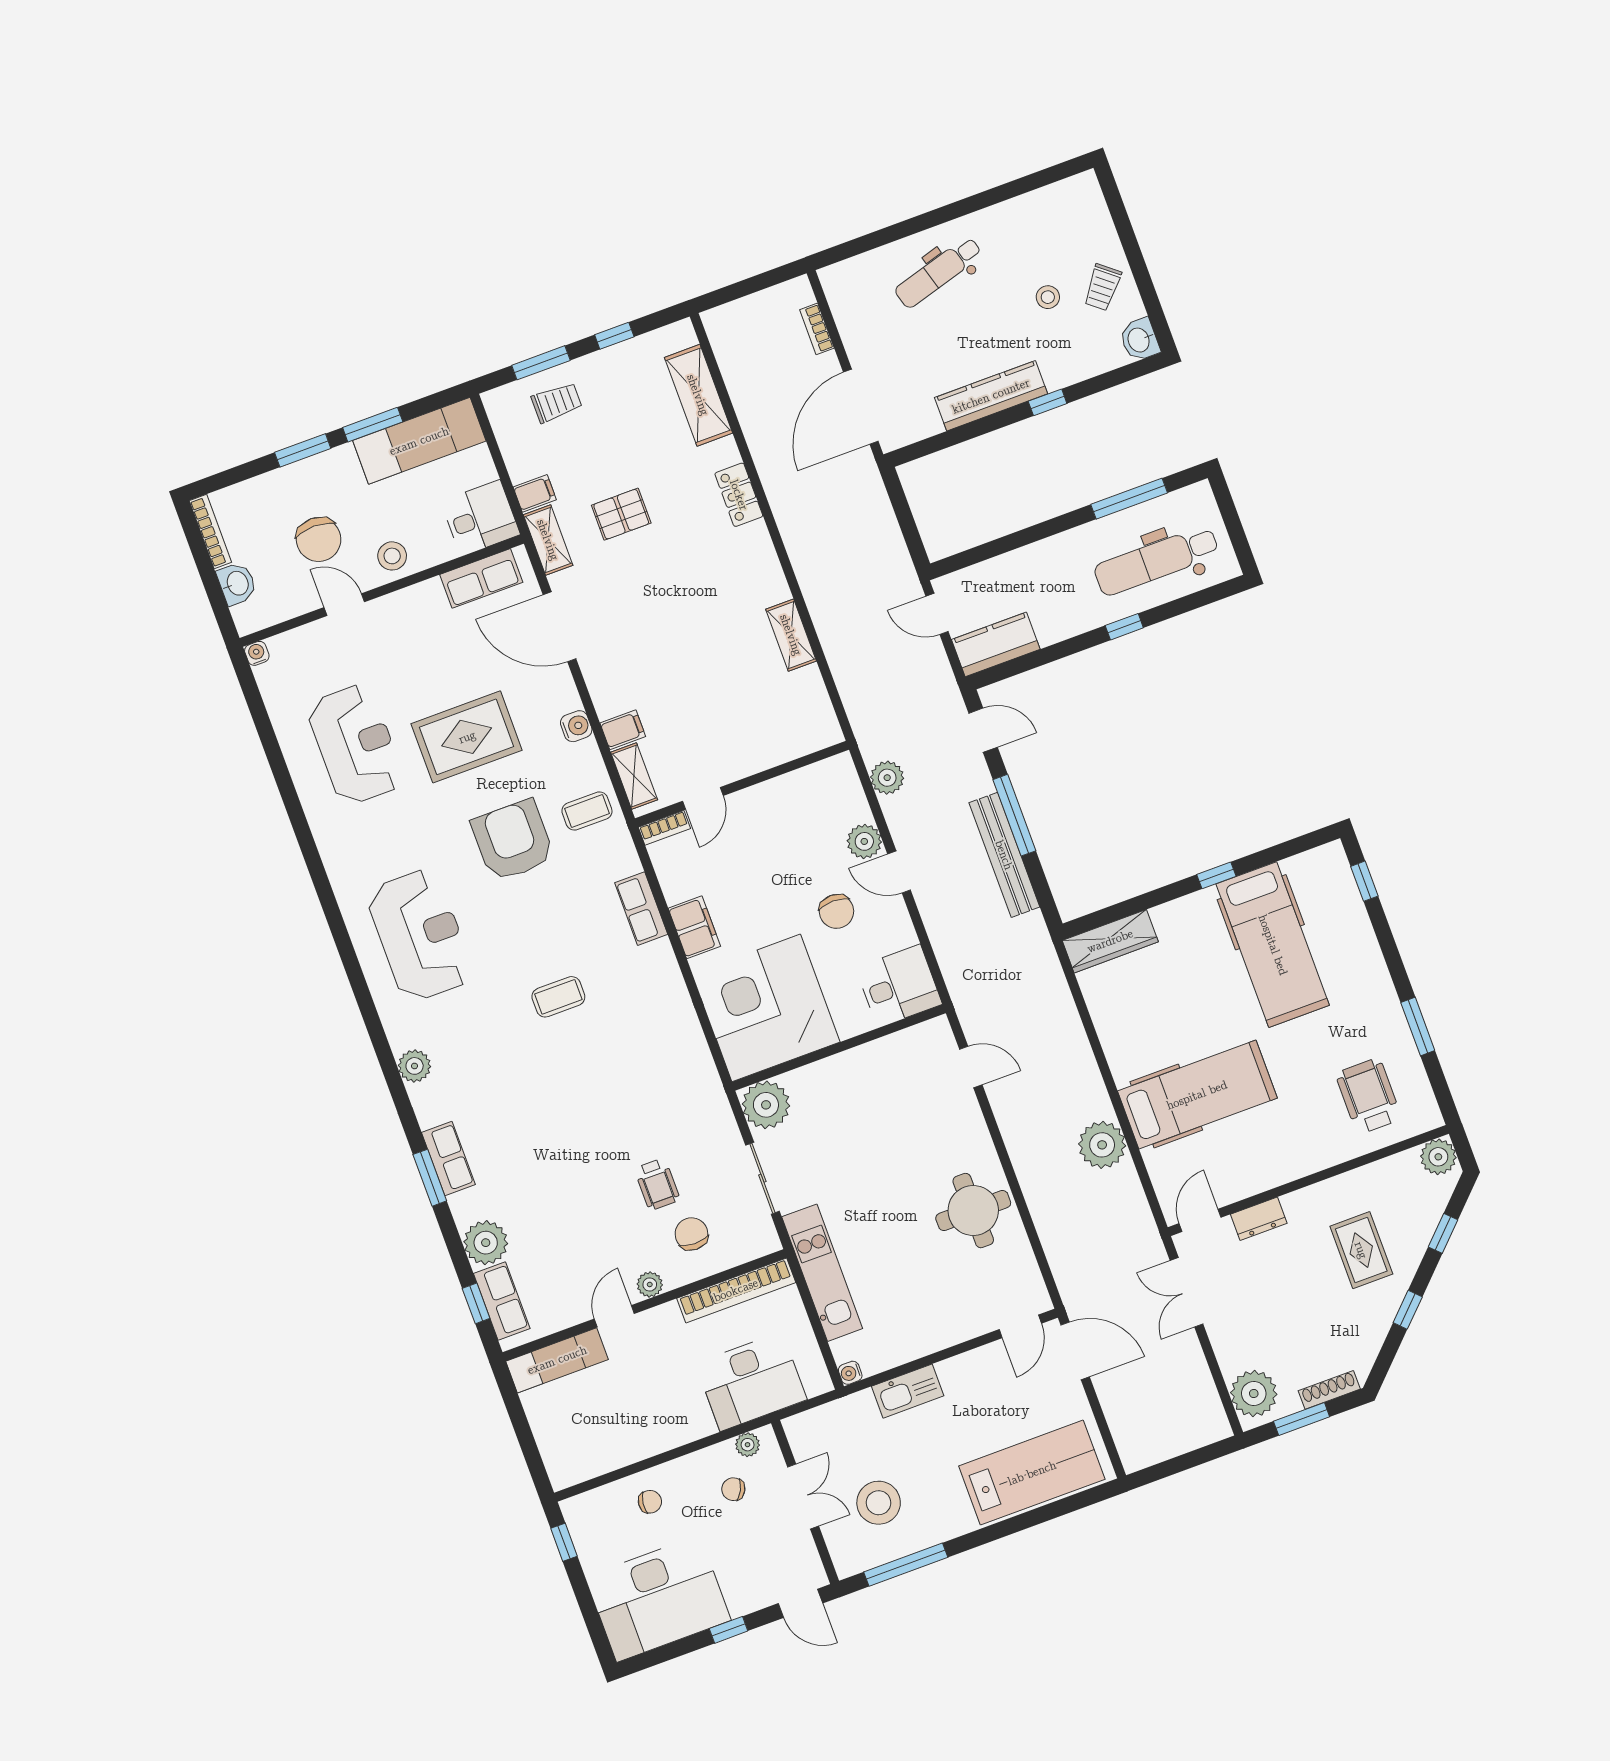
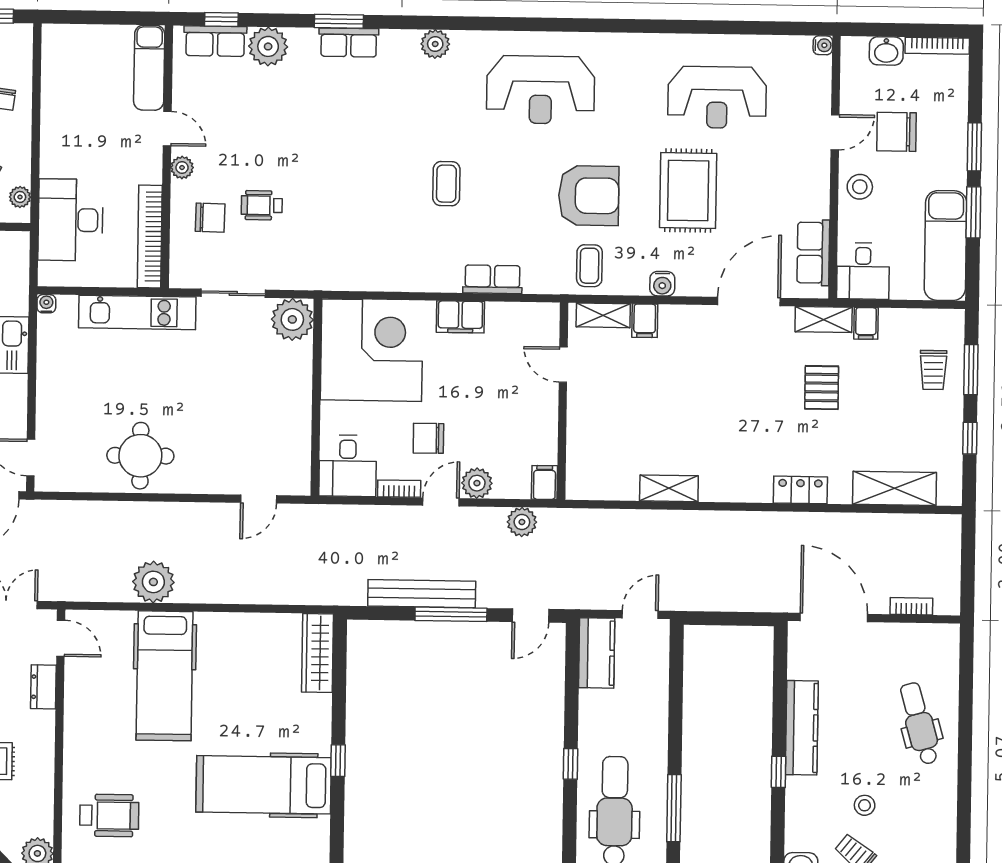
filing cabinet: (836, 770) -> (544, 482), added
bookcase: (664, 828) -> (399, 489), moved, turned 90

